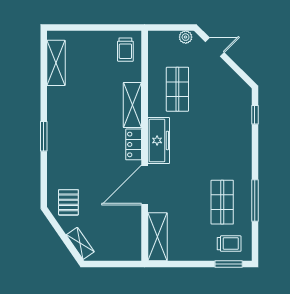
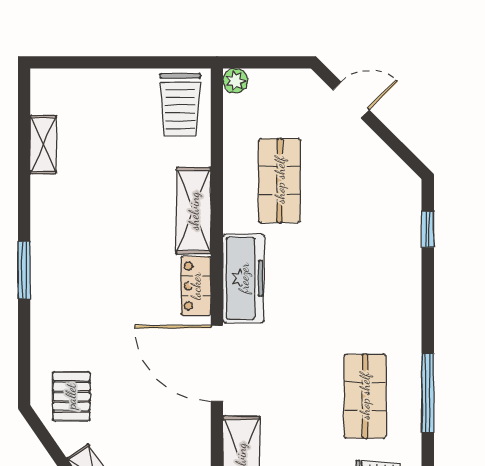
plant: (186, 37) -> (235, 81), moved
trolley: (125, 50) -> (180, 105), width x1.36, depth x1.39
shelving: (56, 63) -> (43, 145), width x0.67, depth x0.75
door: (145, 185) -> (217, 363), hinge flipped

